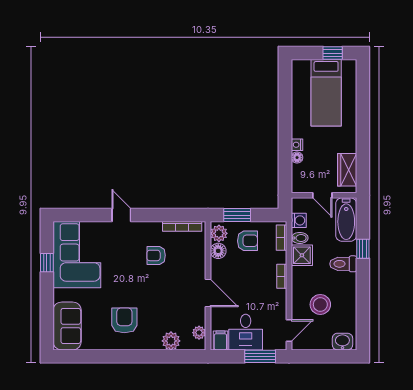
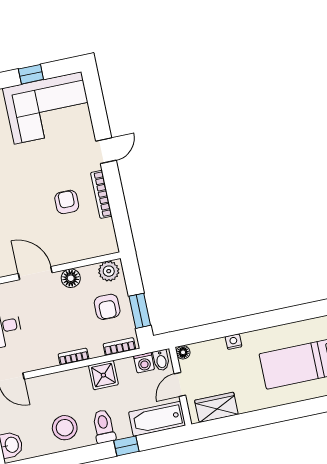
floor lamp: (297, 158) -> (183, 352), moved
window: (237, 215) -> (140, 311), moved
bookcase: (182, 226) -> (101, 194), moved
bidet: (300, 238) -> (161, 360), moved
floor lamp: (218, 251) -> (71, 278), moved
door: (208, 293) -> (35, 273), swing flipped
stool: (320, 304) -> (65, 428), moved

